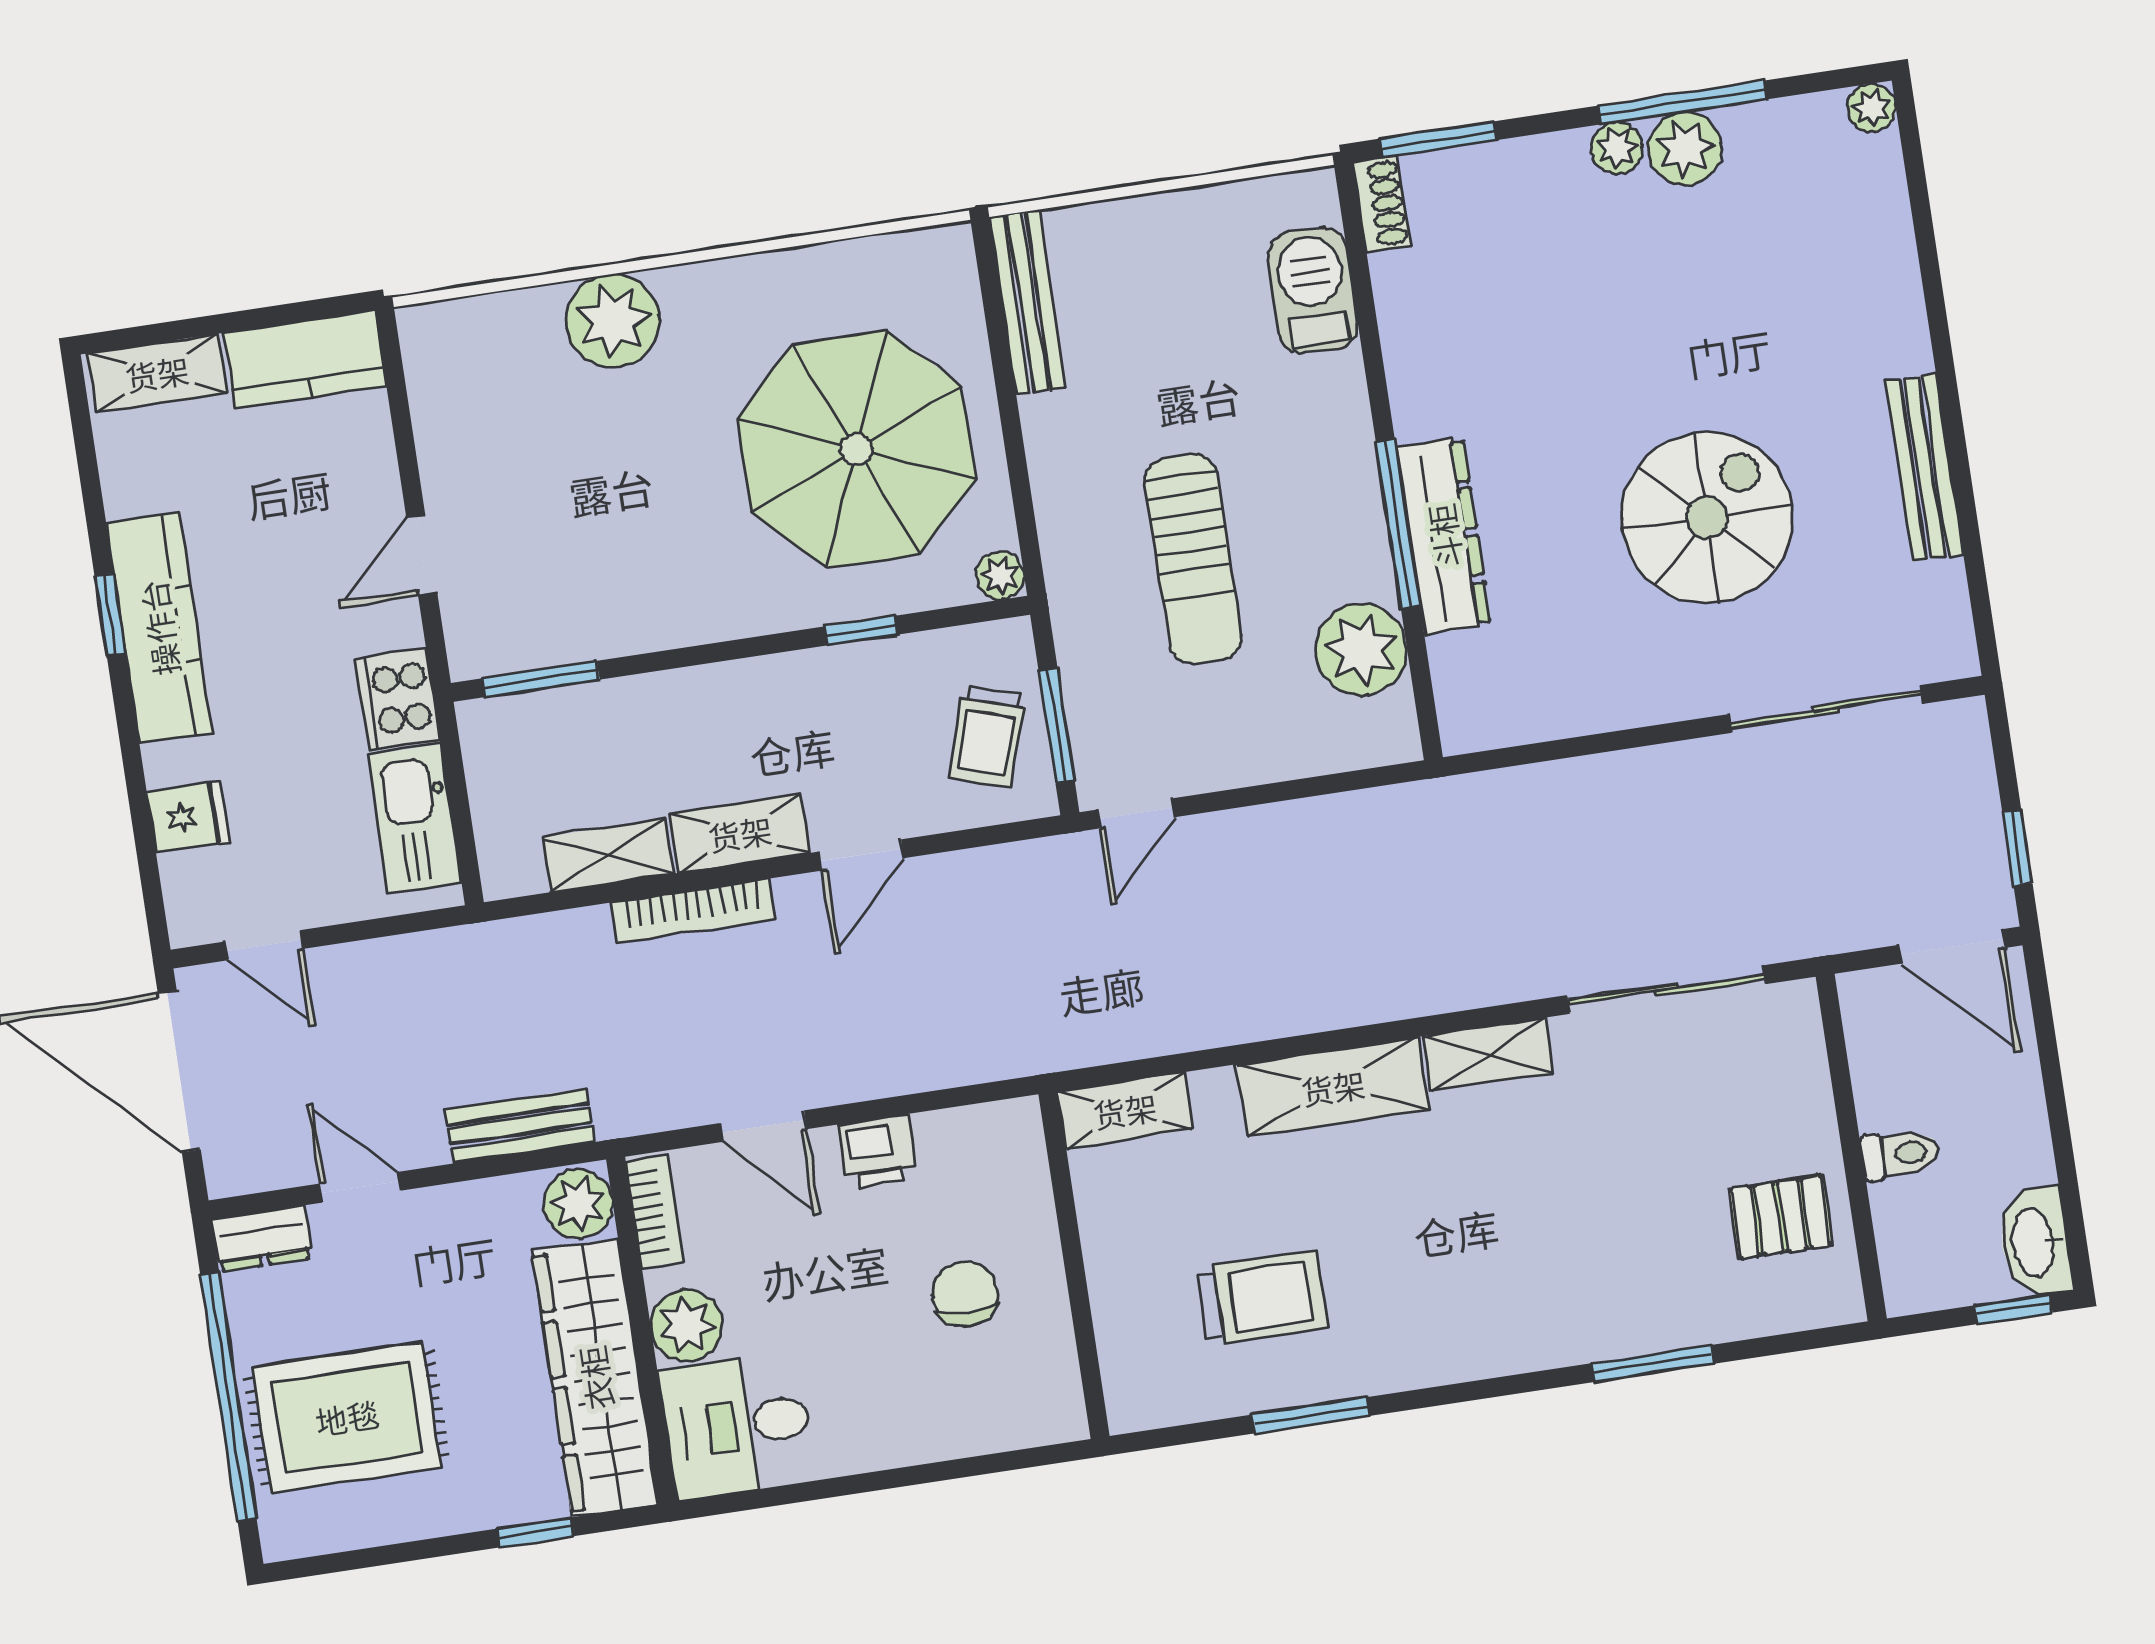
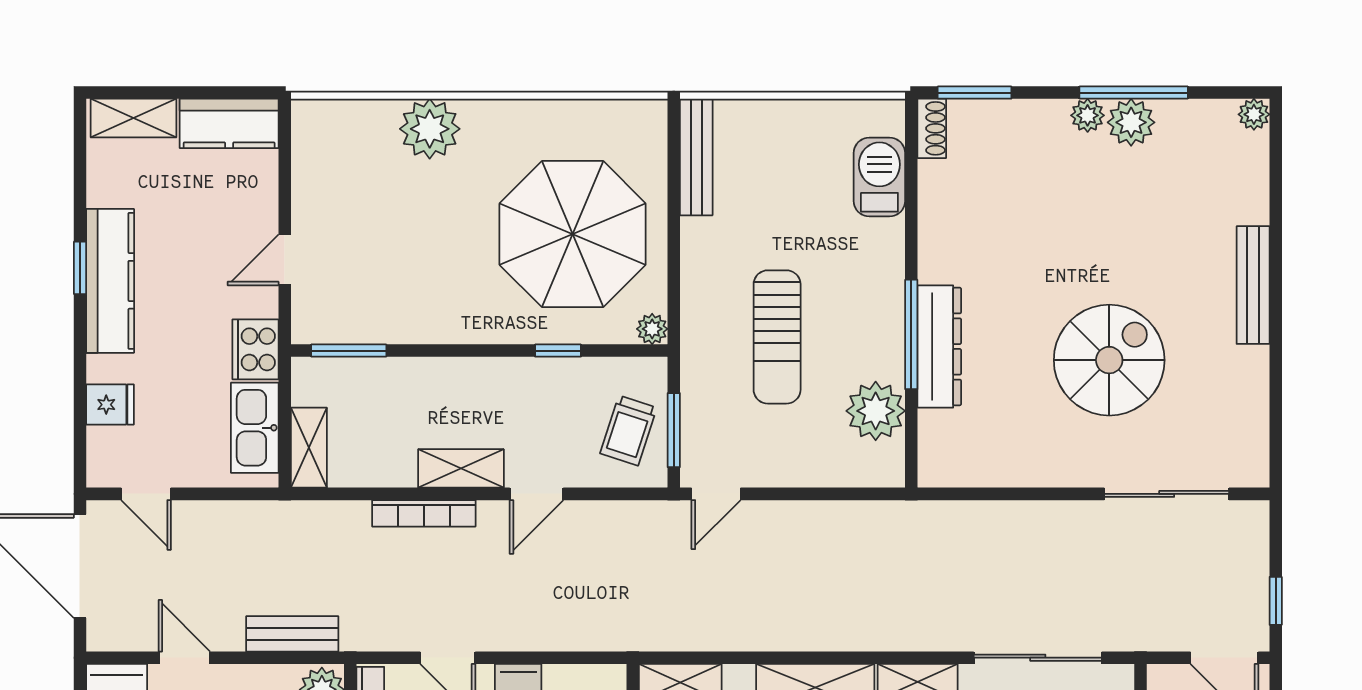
bench: (1925, 468) -> (1253, 285), moved
shelving: (608, 855) -> (309, 448), moved, turned 90

